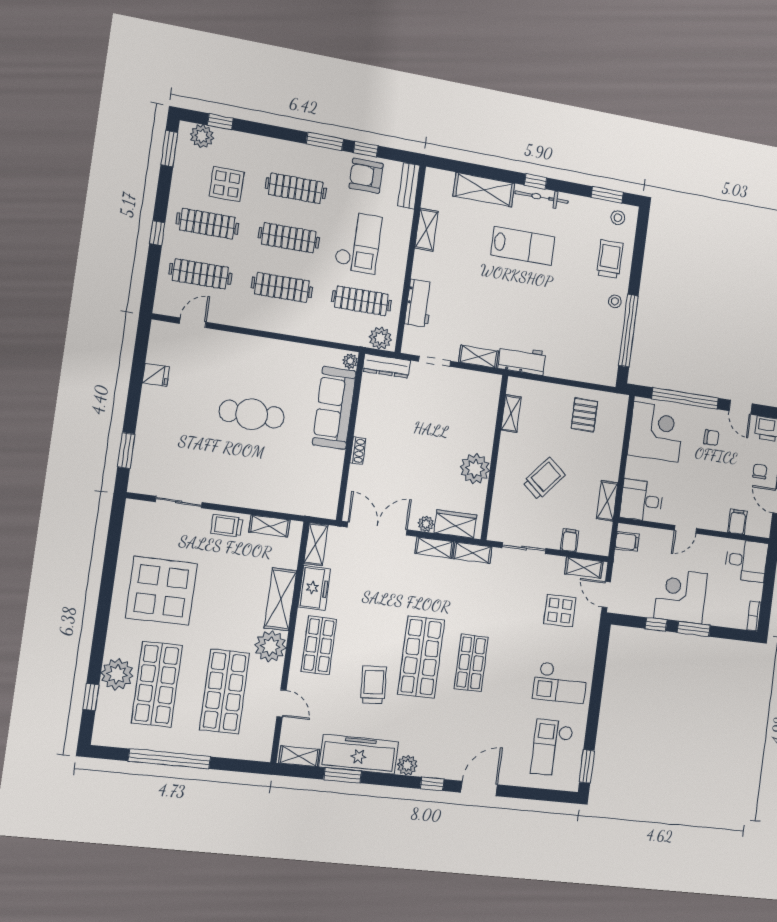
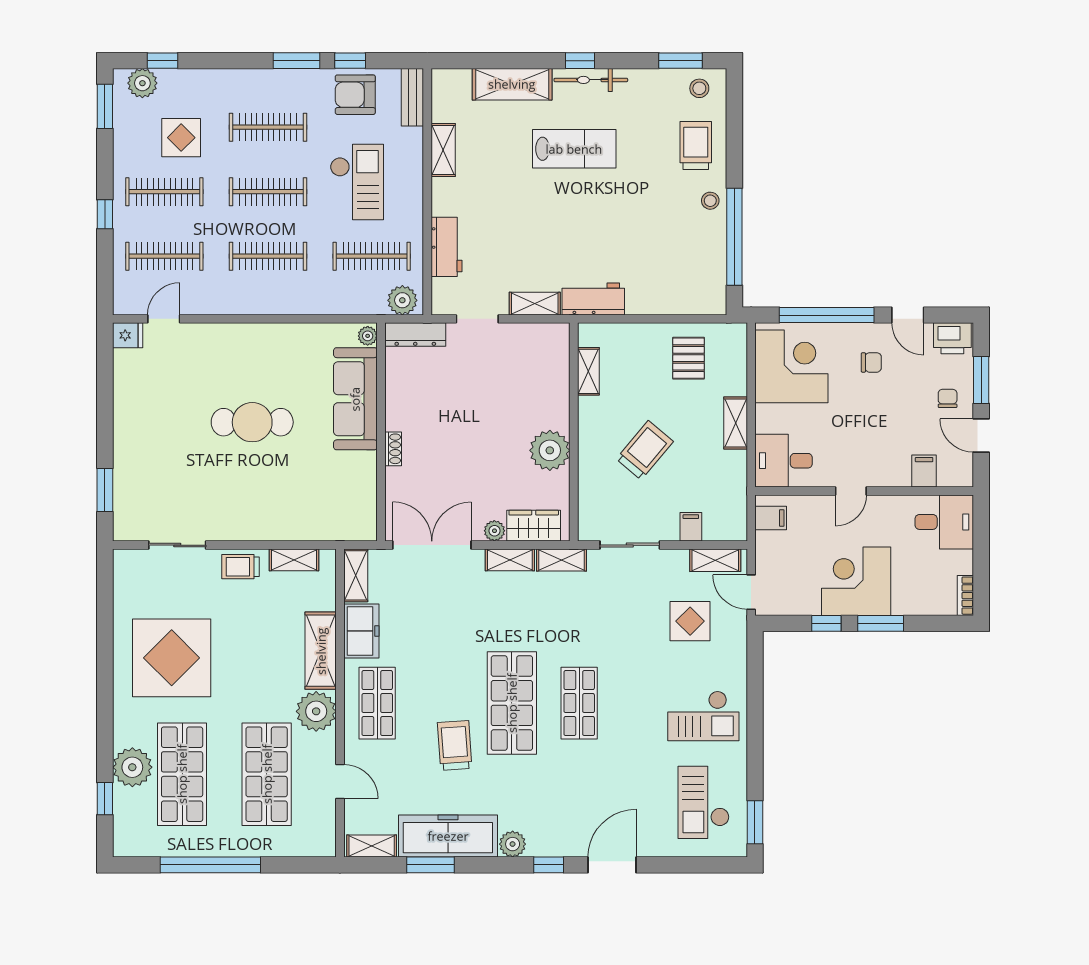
fridge: (156, 375) -> (128, 335), moved
shelving: (607, 501) -> (736, 423), moved

